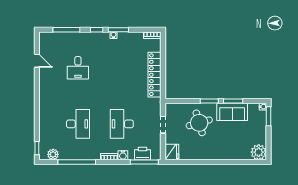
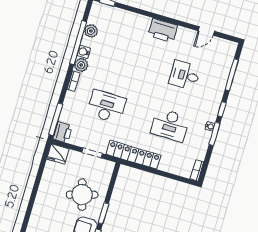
locker: (155, 75) -> (134, 155), moved
printer: (47, 96) -> (163, 30), added
desk: (78, 124) -> (170, 125), moved
plant: (53, 154) -> (91, 31), moved
plant: (94, 154) -> (81, 65), added
printer: (143, 154) -> (62, 132), moved
water cooler: (123, 155) -> (84, 52), moved

